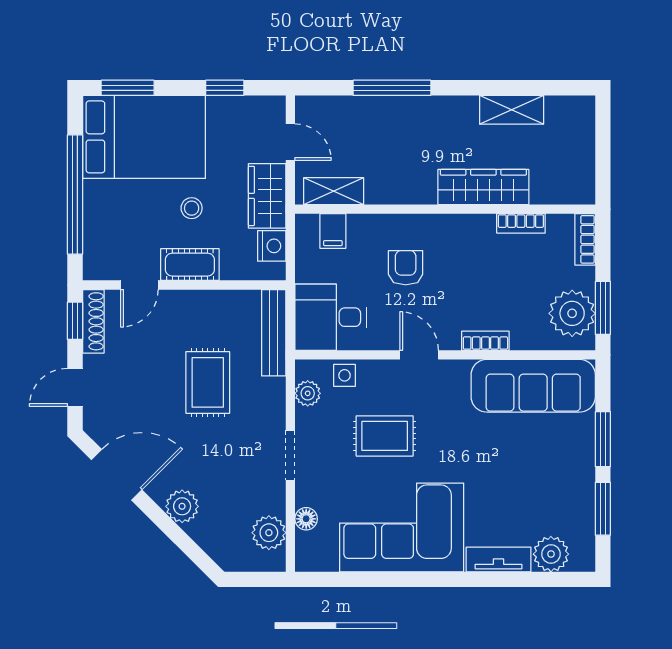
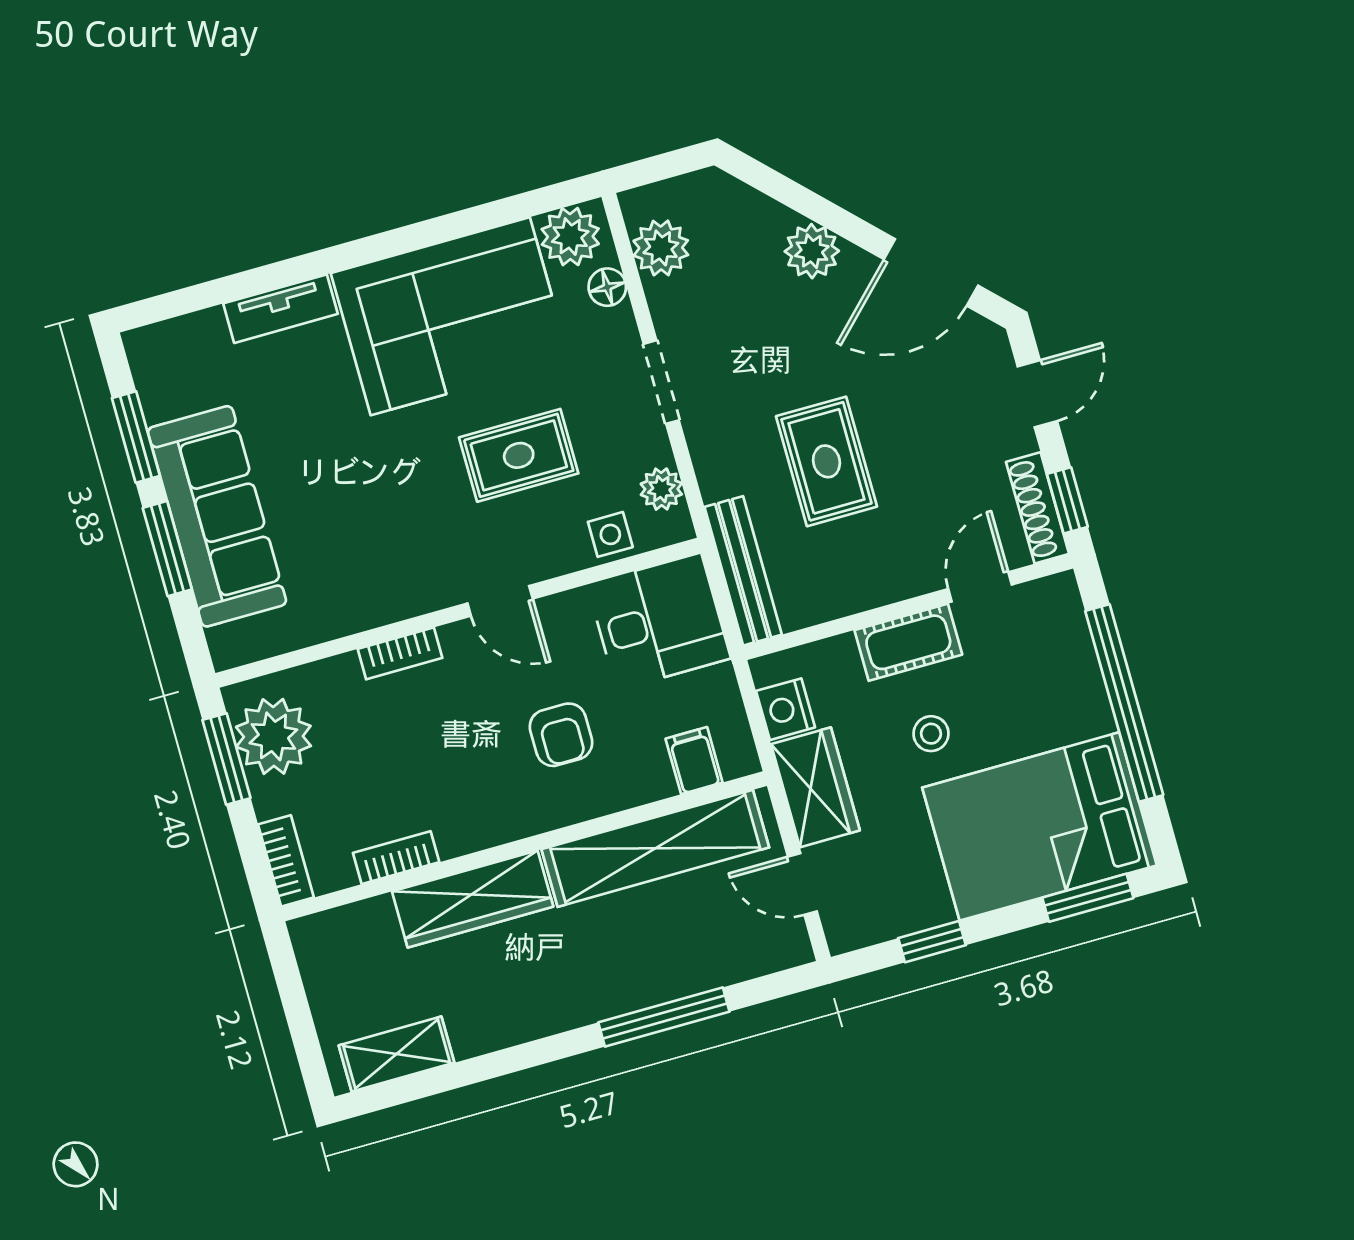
shelving: (512, 110) -> (397, 1054), moved
shelving: (334, 191) -> (655, 848), width x2.20, depth x1.33
sofa: (533, 386) -> (217, 516), moved, turned 90
plant: (551, 554) -> (570, 237), moved

